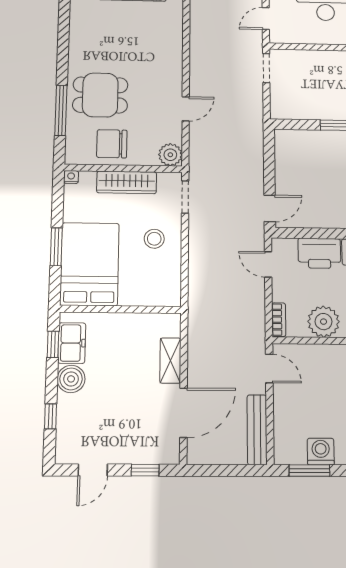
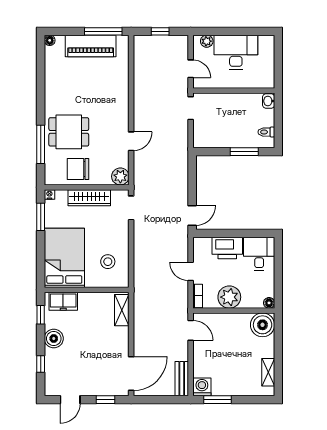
door: (266, 18) -> (191, 69), swing flipped
stool: (154, 239) -> (108, 262), moved
window: (56, 247) -> (41, 217), moved
door: (268, 264) -> (191, 271), moved
freezer: (72, 343) -> (63, 301), moved, turned 90
shelving: (170, 361) -> (122, 310), moved
door: (184, 413) -> (131, 374), moved
bench: (257, 430) -> (182, 379), width x0.73
washing machine: (321, 452) -> (202, 387), moved

